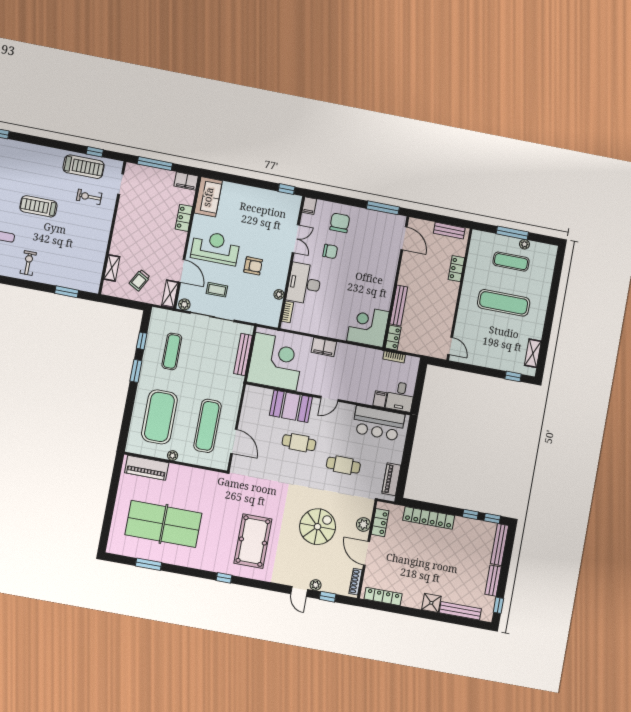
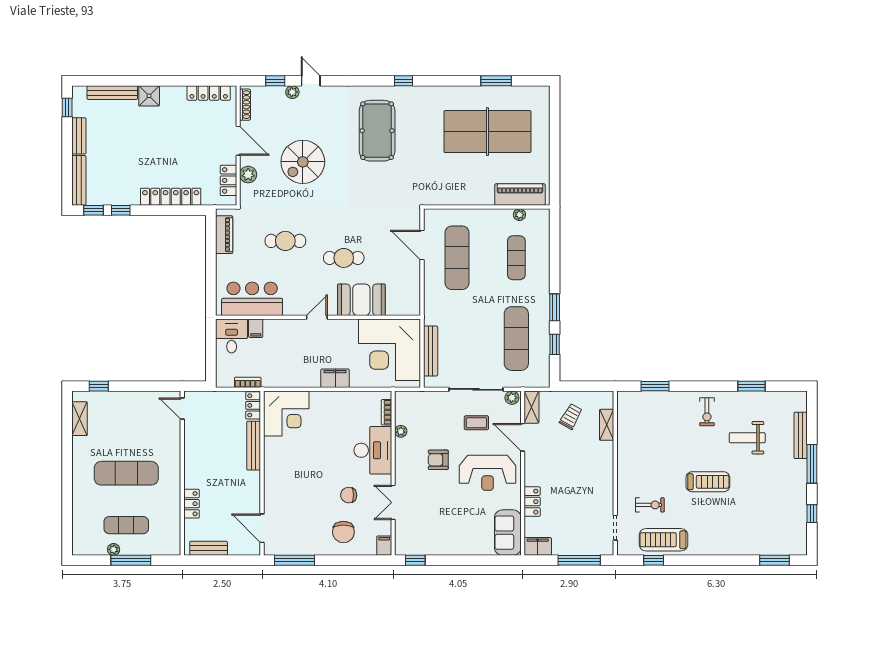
exercise mat: (172, 351) -> (516, 339), width x1.36, depth x1.45
exercise mat: (159, 417) -> (516, 258), width x0.50, depth x0.69
plant: (173, 456) -> (519, 215), moved

